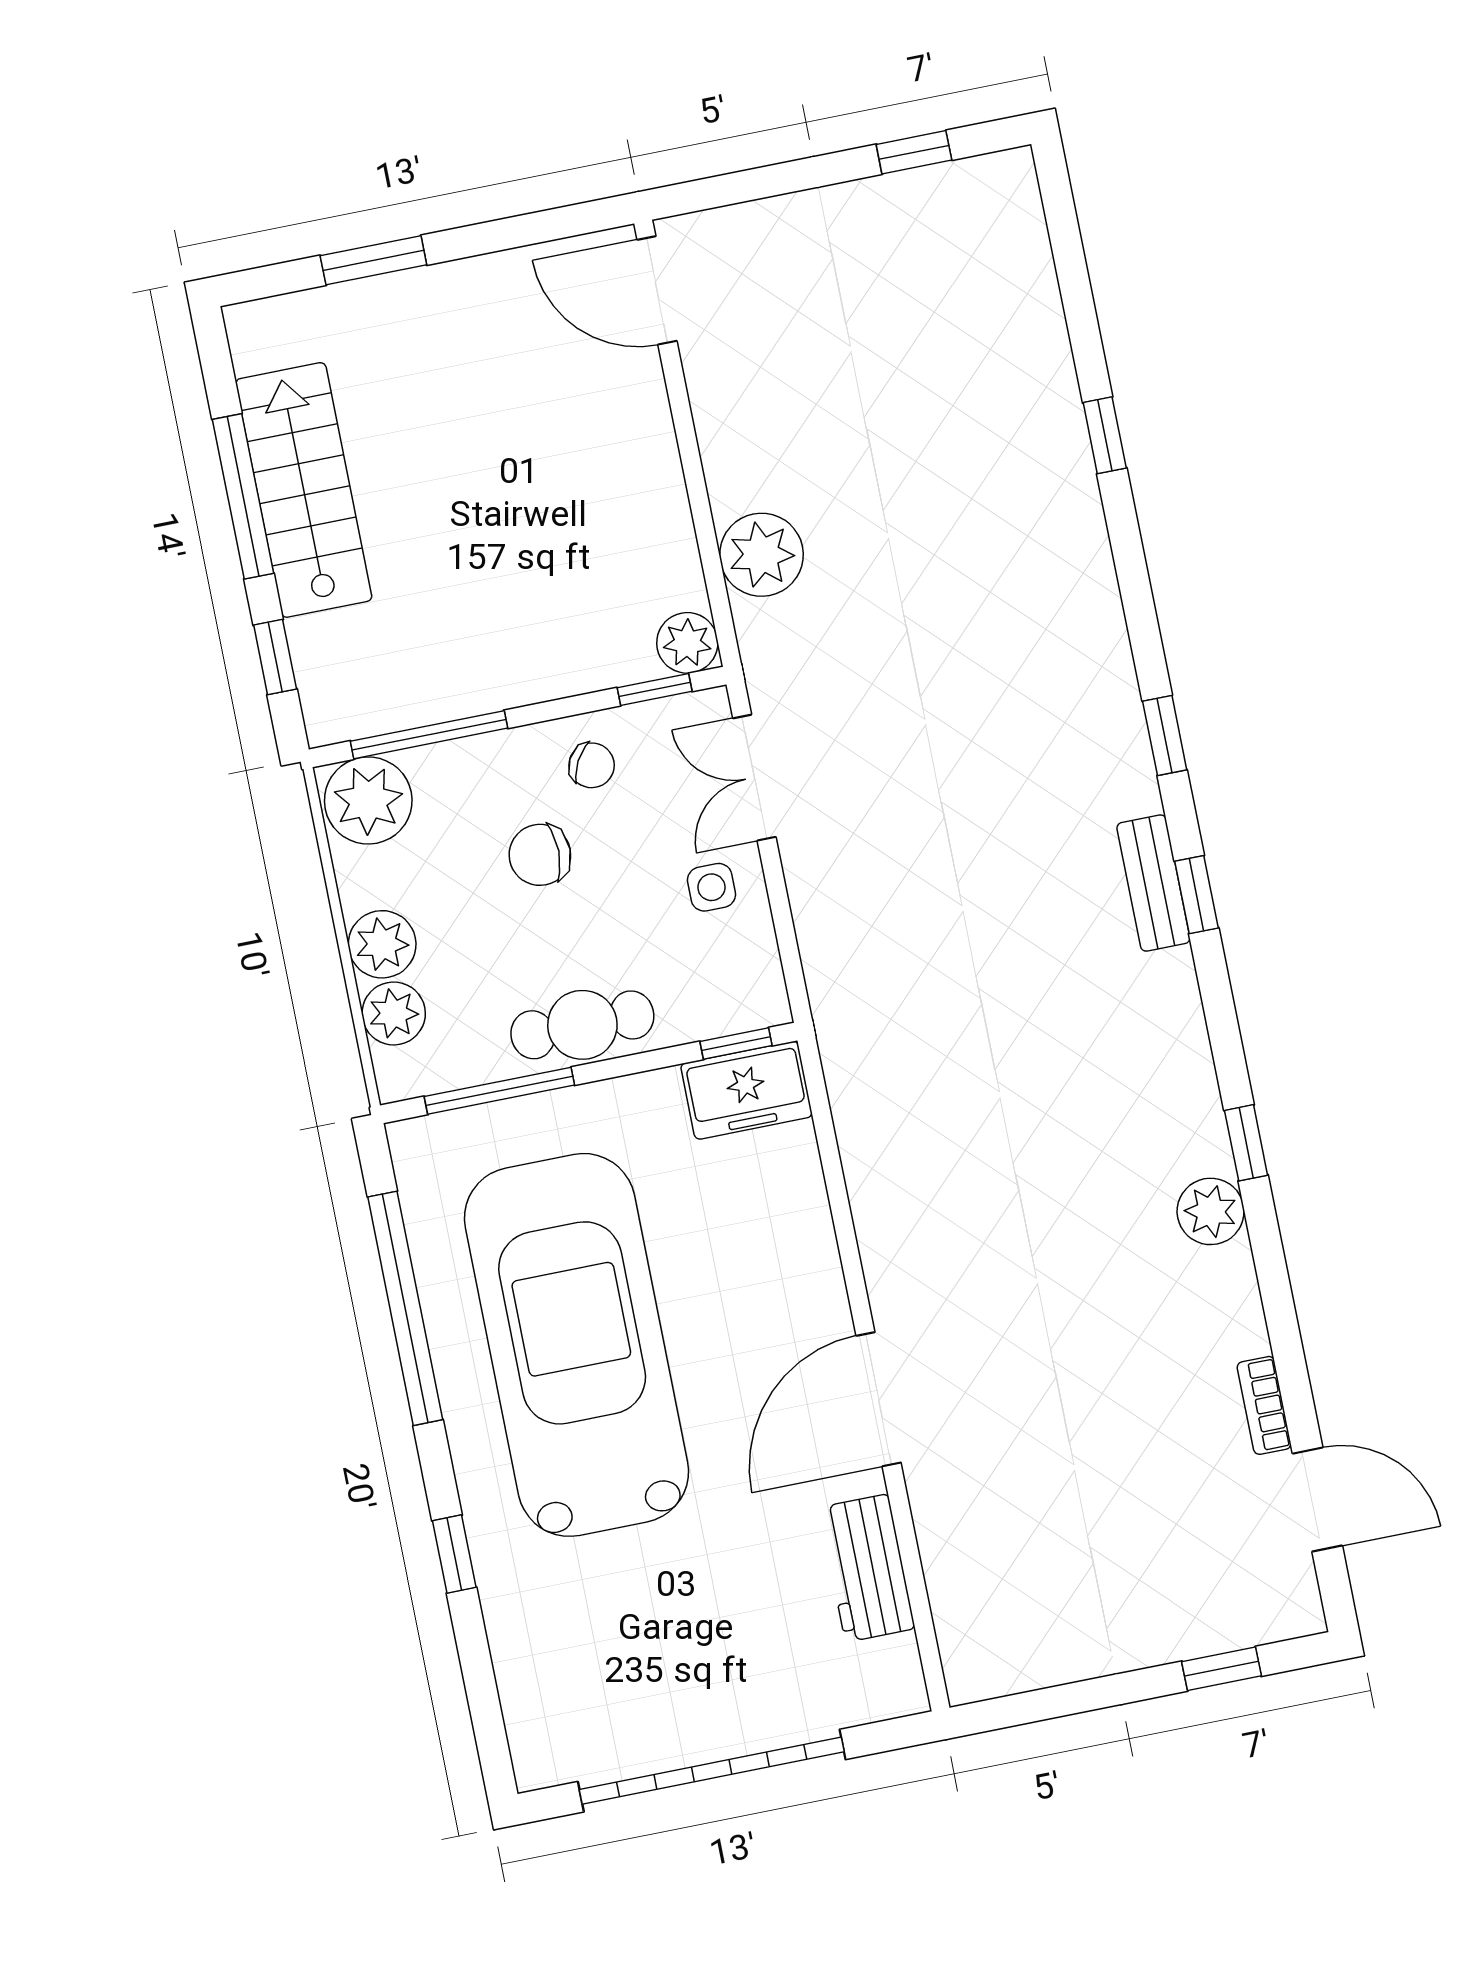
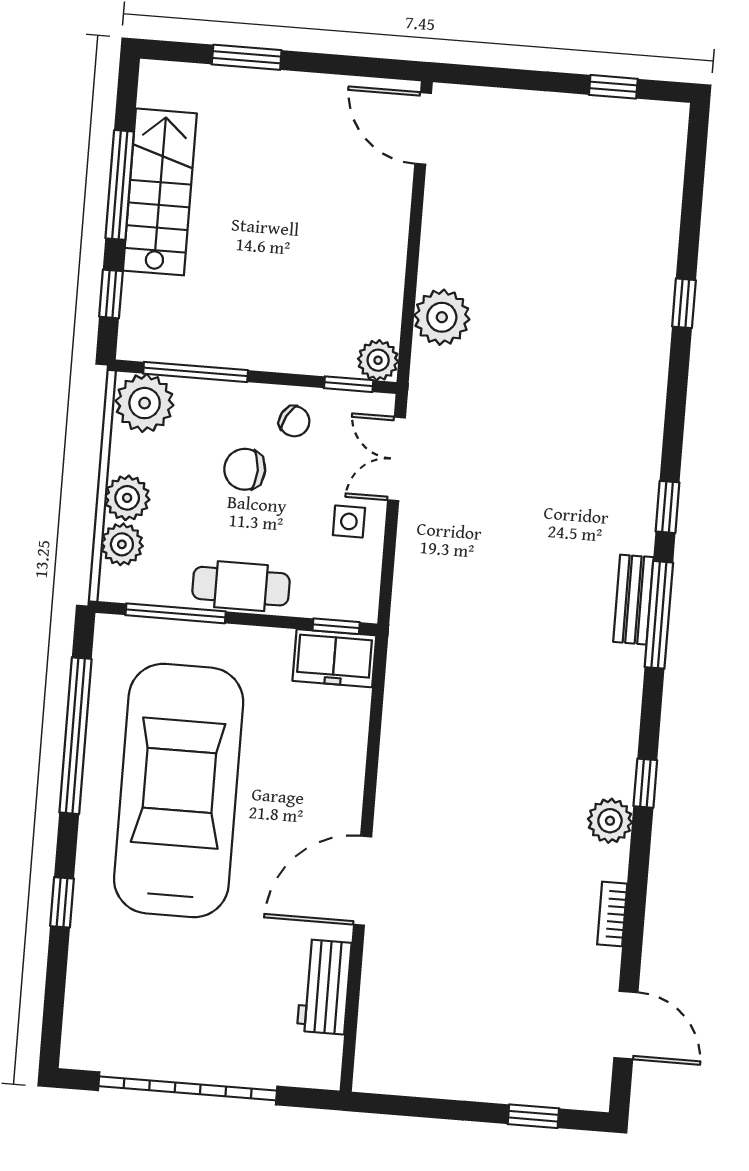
window: (1196, 895) -> (659, 615), width x2.17
bookcase: (1264, 1405) -> (612, 914), moved

